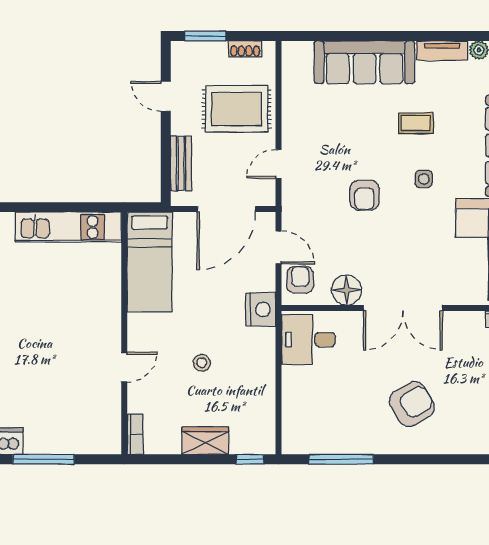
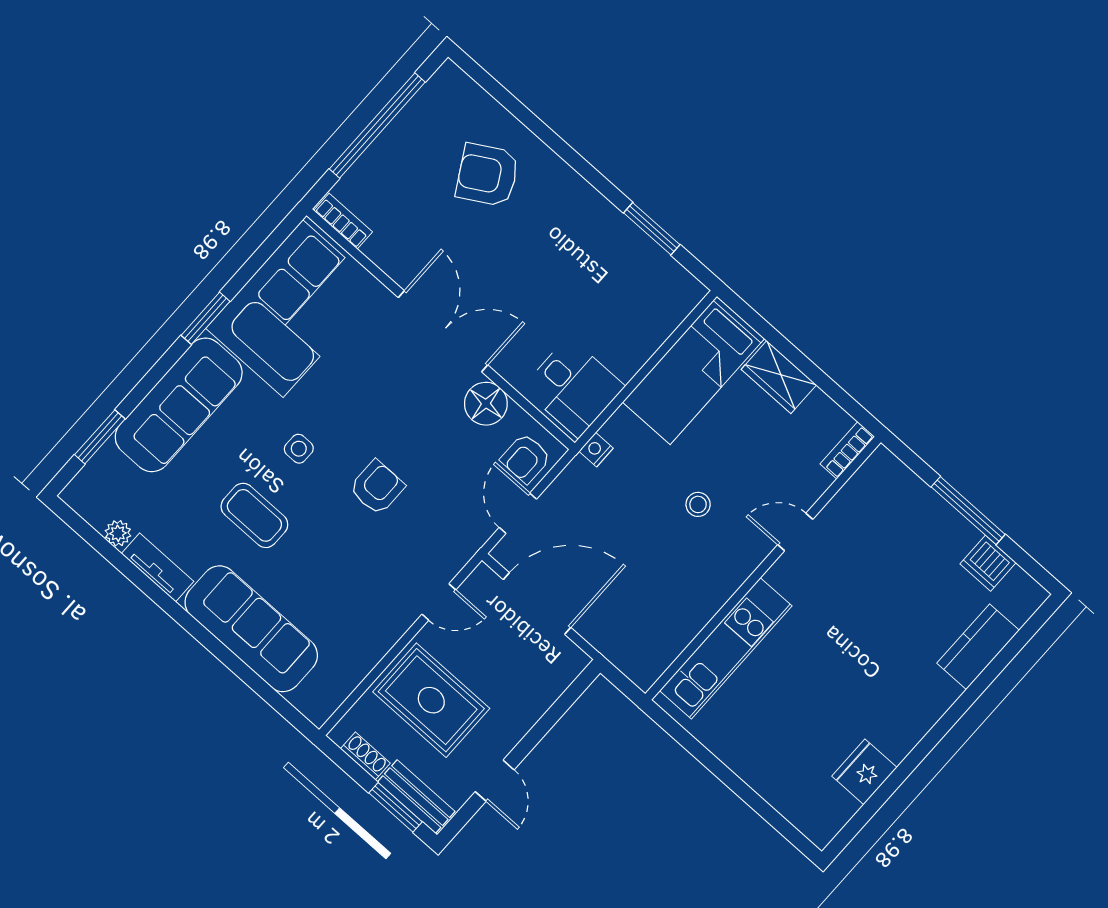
coffee table: (416, 123) -> (254, 515), width x1.36, depth x1.30
bench: (181, 164) -> (416, 797), moved, turned 90
kitchen unit: (68, 227) -> (726, 648), moved, turned 90
bed: (150, 262) -> (694, 370), moved, turned 180
nightstand: (261, 309) -> (596, 450), width x0.53, depth x0.56
stool: (202, 363) -> (698, 504), moved
armchair: (412, 404) -> (488, 175), moved
window: (250, 459) -> (749, 315), removed
window: (341, 459) -> (652, 229), width x0.69

